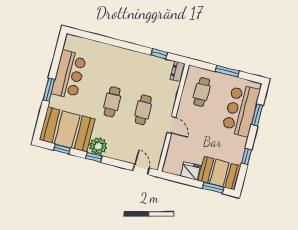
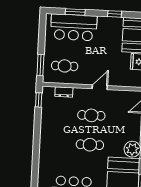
window: (159, 54) -> (39, 100), moved
window: (227, 71) -> (40, 65), moved
dresser: (178, 72) -> (64, 92), moved

